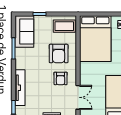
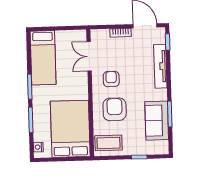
sofa: (24, 31) -> (157, 121), moved

